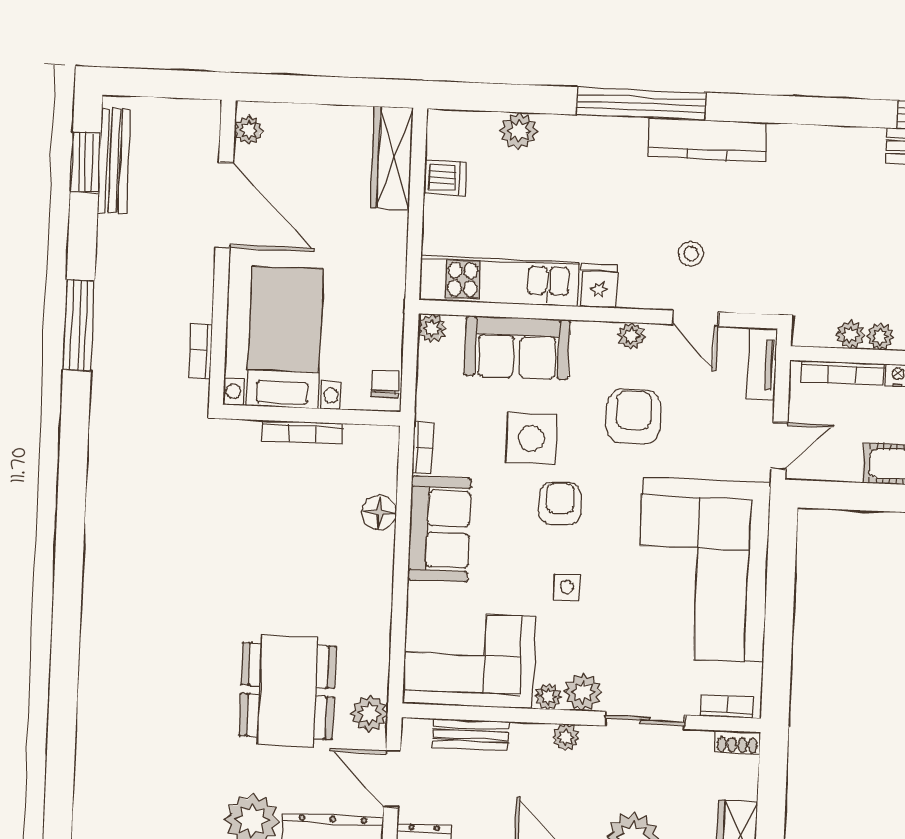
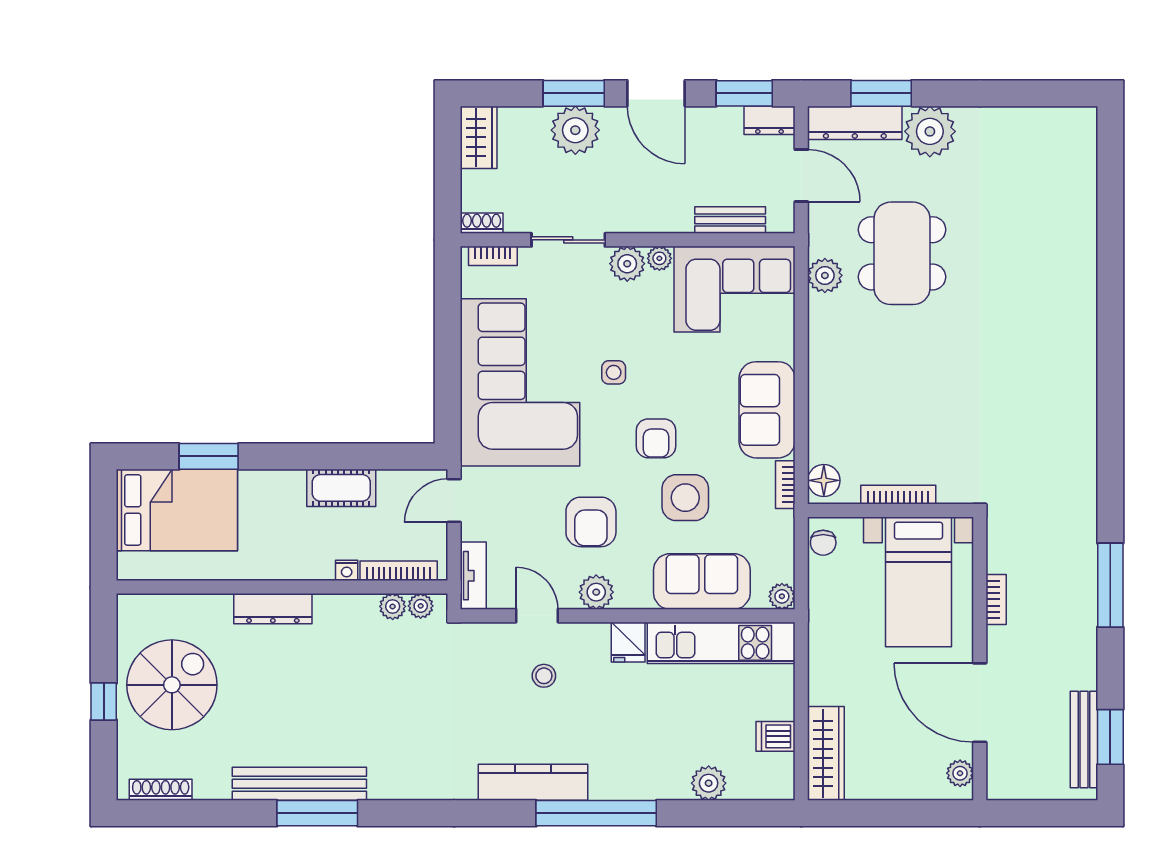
plant: (631, 336) -> (596, 592), width x1.38, depth x1.38
plant: (880, 337) -> (421, 606), moved
bookcase: (201, 351) -> (996, 599), moved
floor lamp: (379, 512) -> (824, 480), moved
side table: (567, 587) -> (614, 372), moved
plant: (369, 713) -> (825, 275), moved
plant: (566, 737) -> (641, 221), removed

